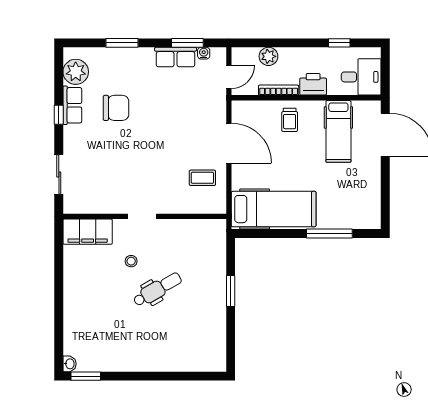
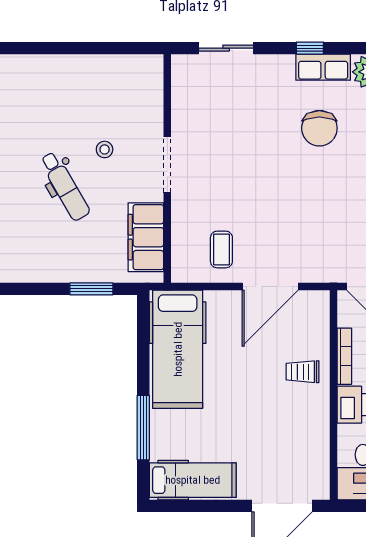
hospital bed: (338, 131) -> (193, 480), moved, turned 180
doorway: (142, 216) -> (167, 165), width x1.38
filing cabinet: (88, 232) -> (146, 237), moved
window: (231, 291) -> (91, 289), moved

